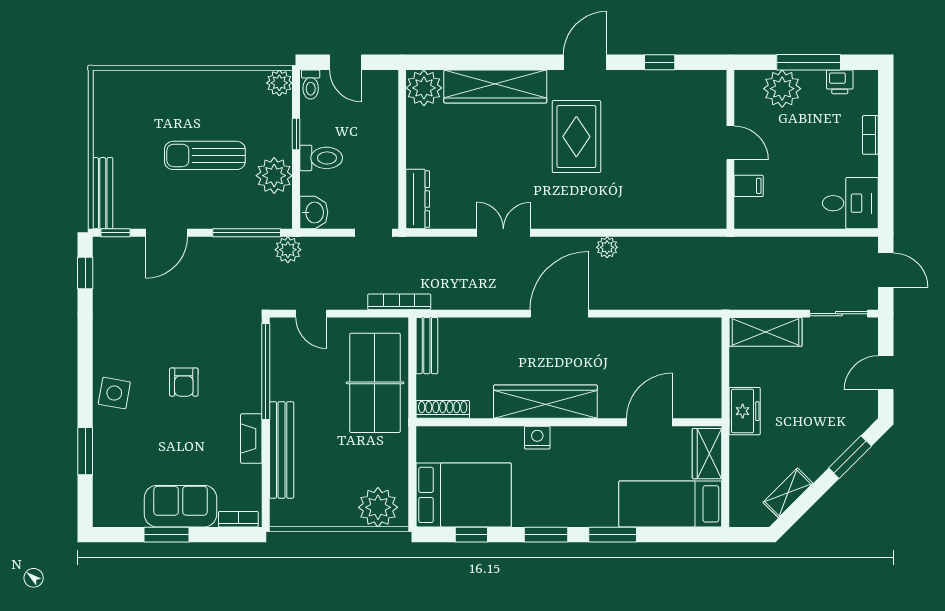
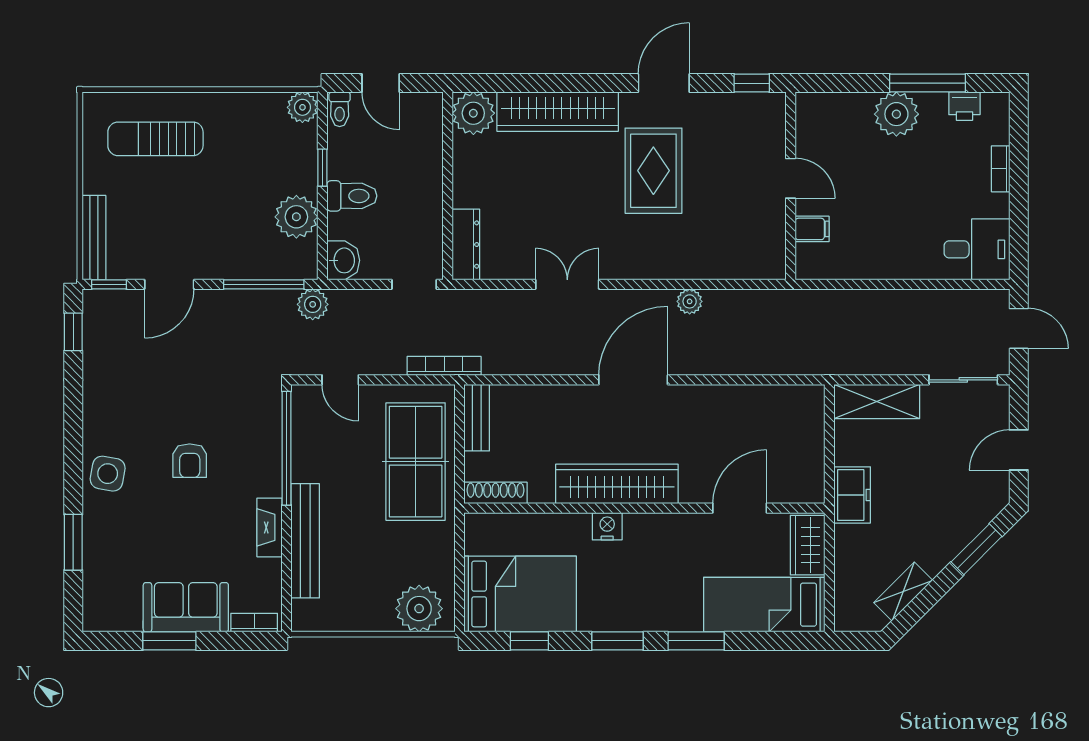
door: (730, 143) -> (791, 178), moved
wall: (730, 149) -> (791, 186), moved
sun lounger: (205, 155) -> (155, 139), moved
filing cabinet: (749, 186) -> (812, 229), moved

